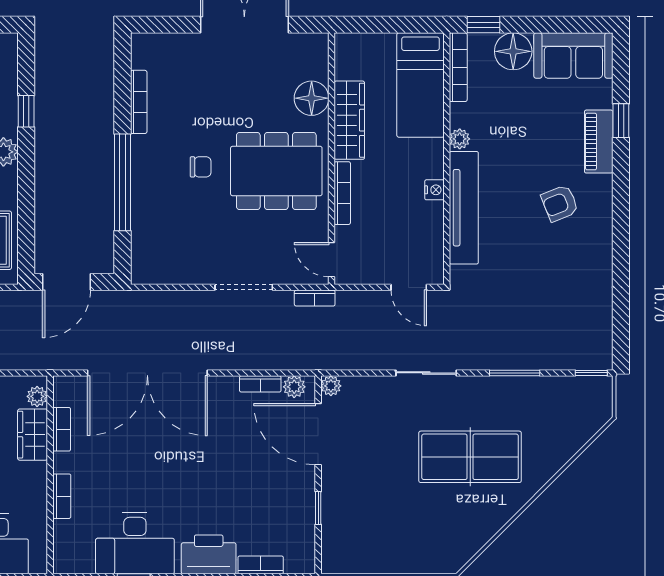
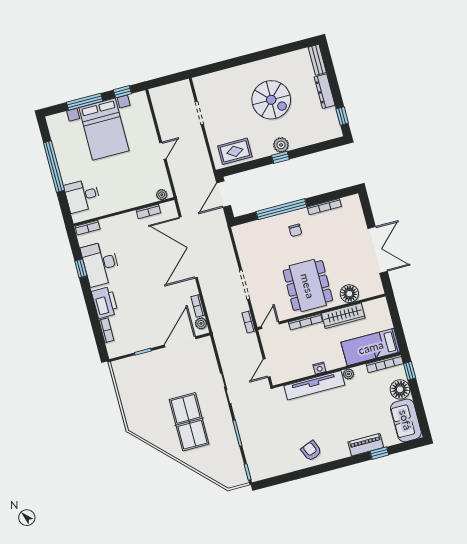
window: (26, 111) -> (280, 157), moved
chair: (201, 167) -> (295, 230), moved
armchair: (560, 203) -> (311, 451), moved
door: (66, 282) -> (224, 194), hinge flipped
plant: (331, 386) -> (206, 342), removed
wardrobe: (33, 435) -> (142, 197), removed
bookcase: (62, 496) -> (88, 228), moved

